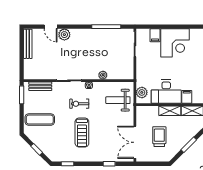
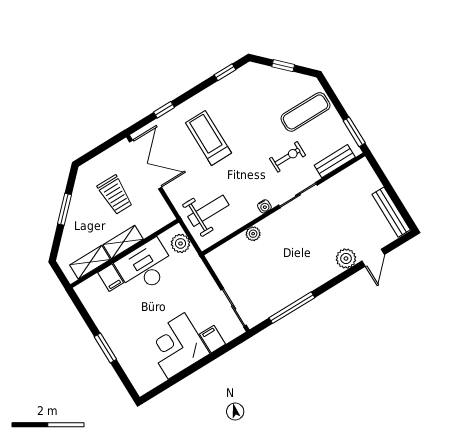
door: (51, 27) -> (373, 258), swing flipped
exercise bike: (79, 104) -> (288, 157), moved
treadmill: (82, 133) -> (208, 138), moved

